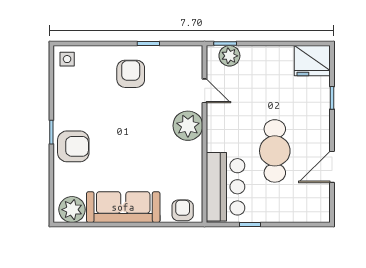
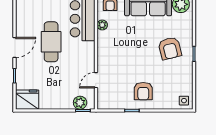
door: (205, 91) -> (96, 80), hinge flipped
plant: (188, 126) -> (102, 25), moved, width x0.53, depth x0.53
armchair: (73, 146) -> (170, 48), moved, turned -104
door: (332, 167) -> (14, 48), moved

